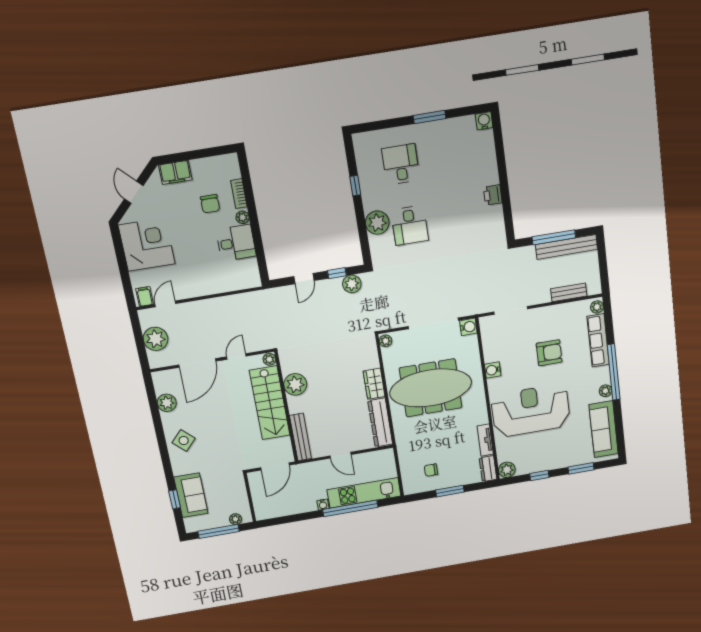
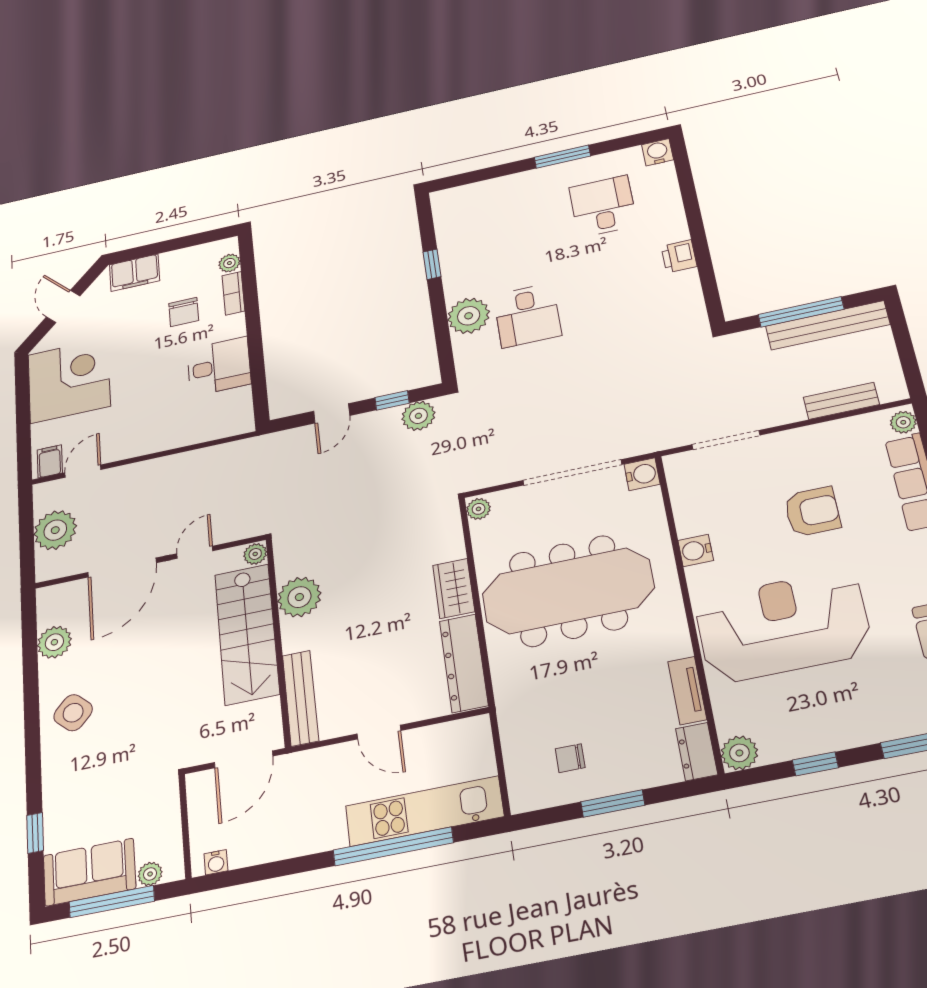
desk: (401, 164) -> (603, 206), moved
plant: (243, 217) -> (229, 263), moved
sofa: (191, 495) -> (89, 872), moved, turned -90
water cooler: (323, 505) -> (216, 862), moved

